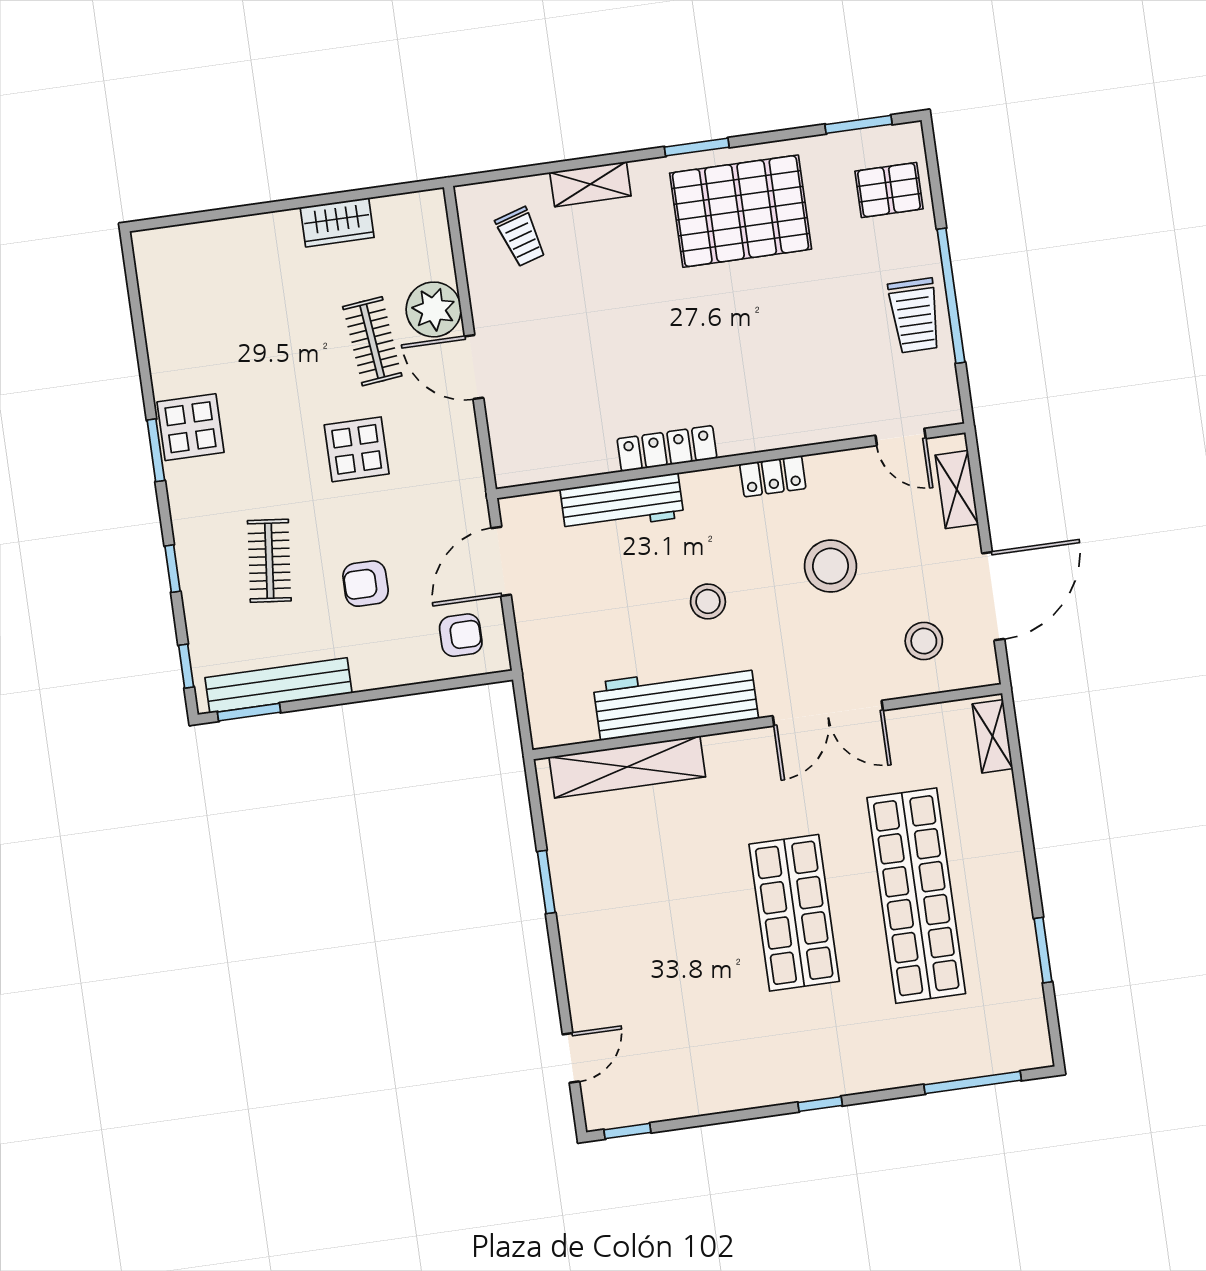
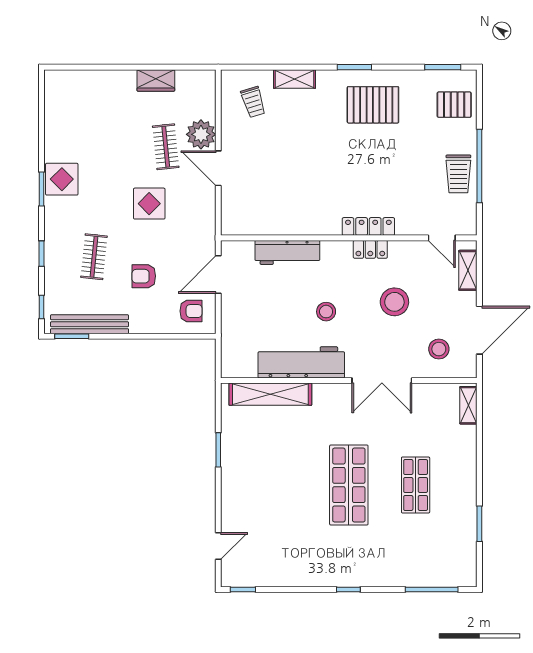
pallet: (741, 211) -> (373, 105), width x0.73, depth x0.71
locker: (667, 449) -> (368, 226), moved
shop shelf: (916, 896) -> (416, 485), width x0.50, depth x0.74

